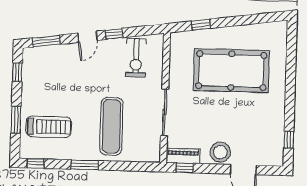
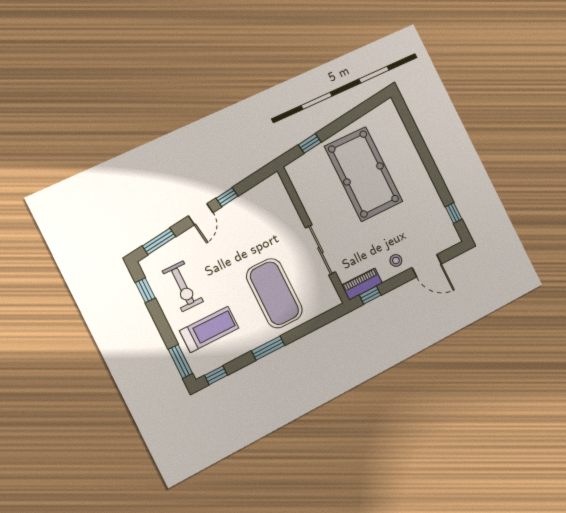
exercise bike: (136, 58) -> (183, 286), moved
pool table: (231, 71) -> (364, 174), turned 90
window: (16, 120) -> (180, 361), moved
exercise mat: (111, 126) -> (274, 293), width x1.47
stool: (220, 152) -> (396, 260), width x0.53, depth x0.53

